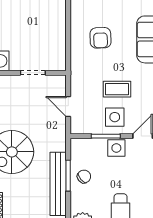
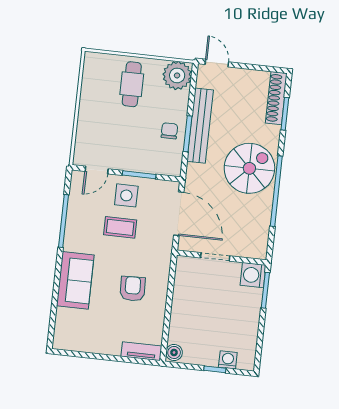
door: (68, 106) -> (179, 214), width x1.87
side table: (116, 148) -> (128, 160), removed
chair: (84, 177) -> (169, 131), turned 129

